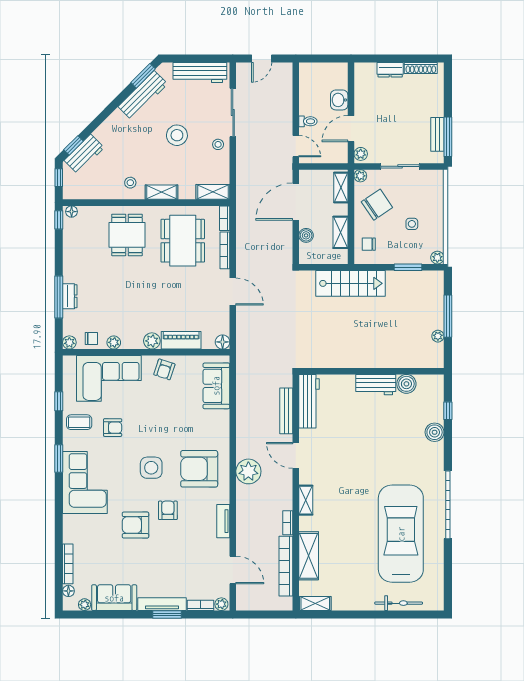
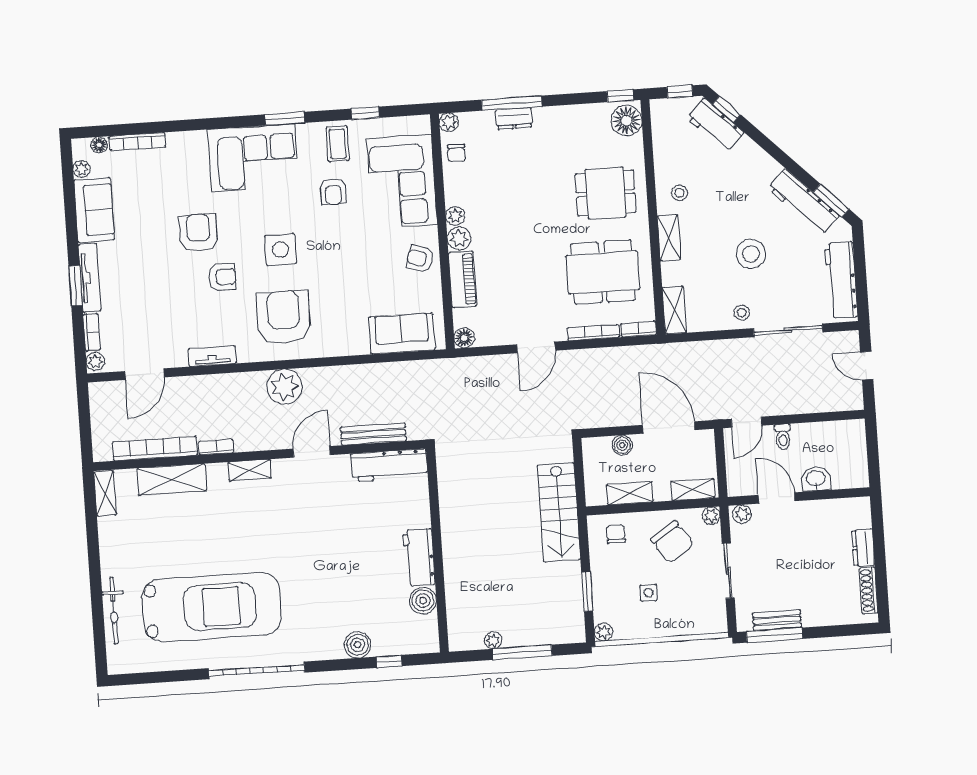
floor lamp: (72, 212) -> (627, 121), width x1.89, depth x1.89
plant: (114, 342) -> (455, 216), moved

